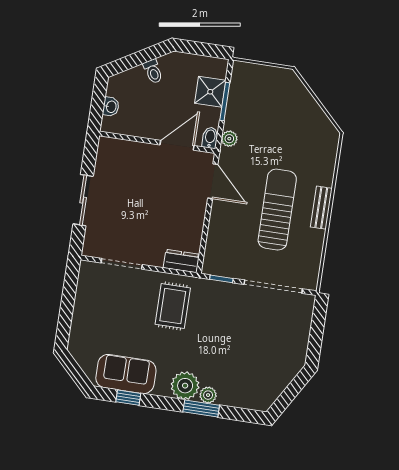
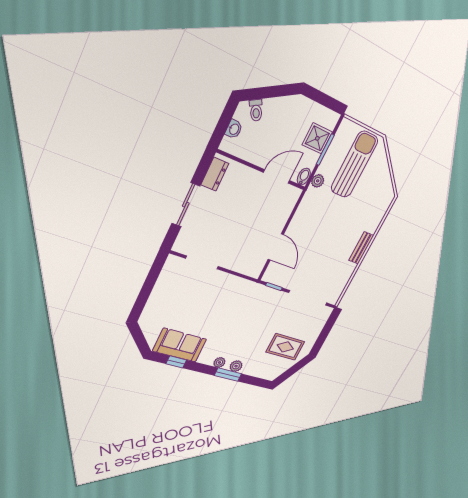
toilet: (153, 71) -> (256, 110), moved
door: (213, 181) -> (276, 247), moved
sun lounger: (277, 210) -> (354, 164), moved
dresser: (181, 261) -> (215, 174), moved, turned 90
rug: (173, 306) -> (285, 347), moved, turned 90
plant: (185, 386) -> (219, 362), width x0.53, depth x0.53

